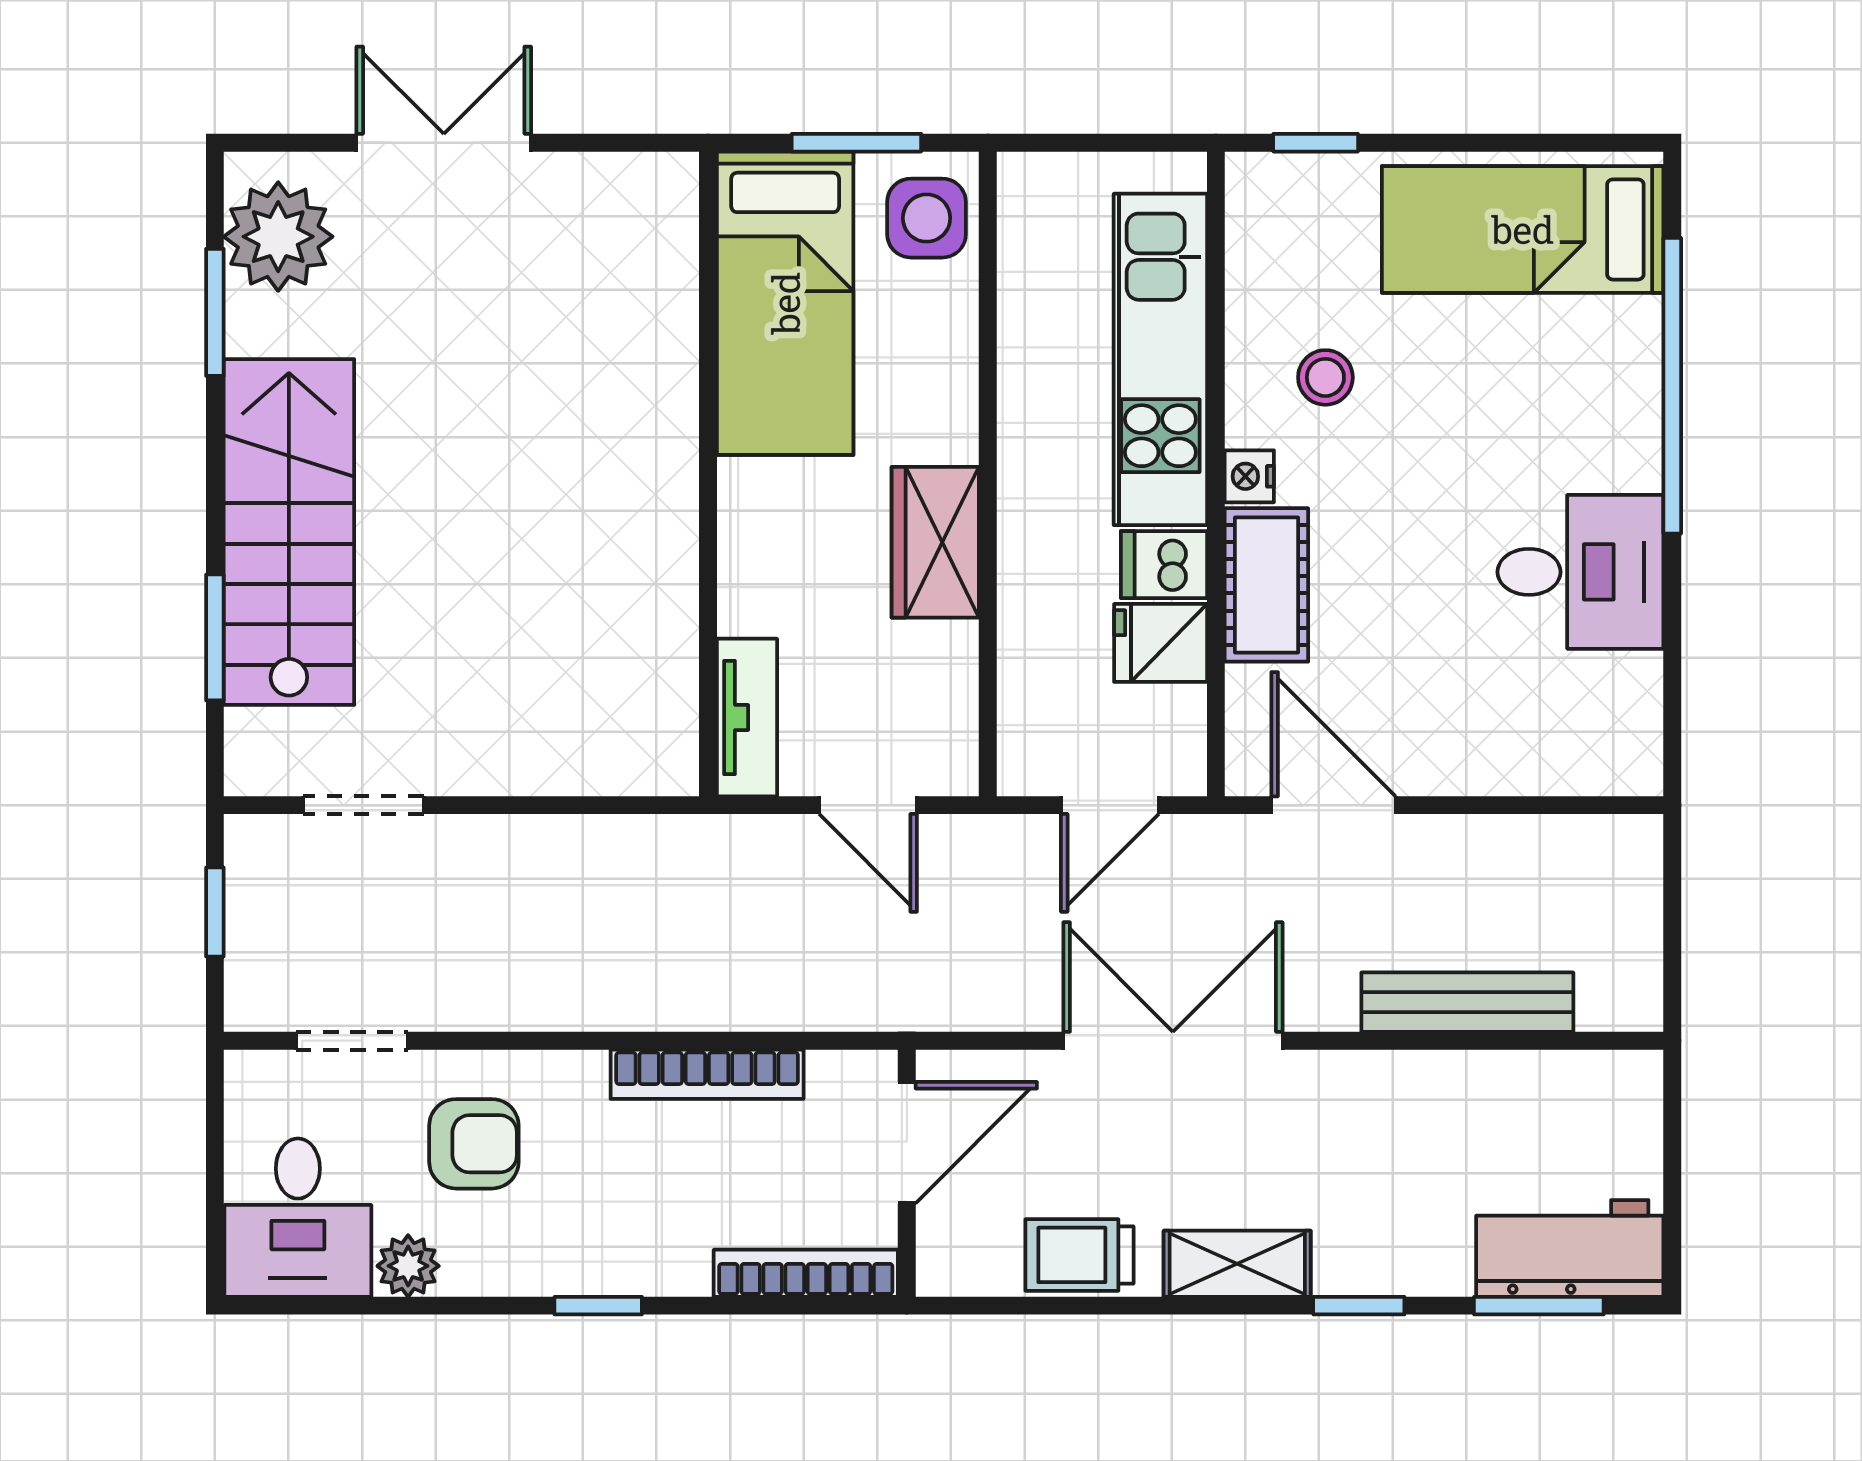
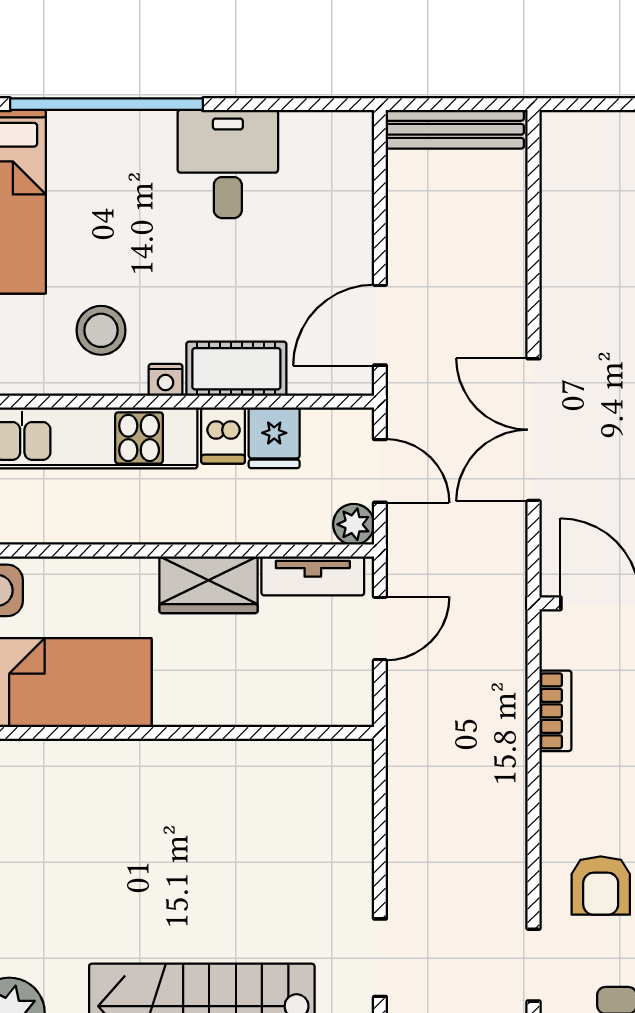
stool: (1325, 377) -> (101, 330), width x1.37, depth x1.37
tv unit: (747, 718) -> (313, 576), moved, turned 180
plant: (1028, 765) -> (354, 524), added
bench: (1467, 1002) -> (455, 129), moved, turned 90
bookcase: (707, 1074) -> (555, 711), width x0.64
armchair: (474, 1144) -> (601, 886), turned 180

